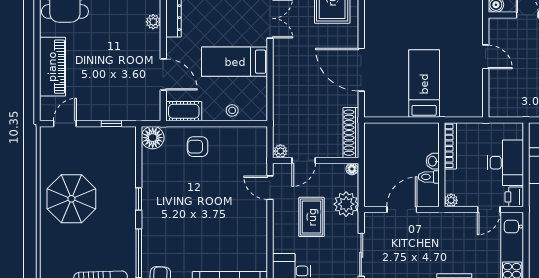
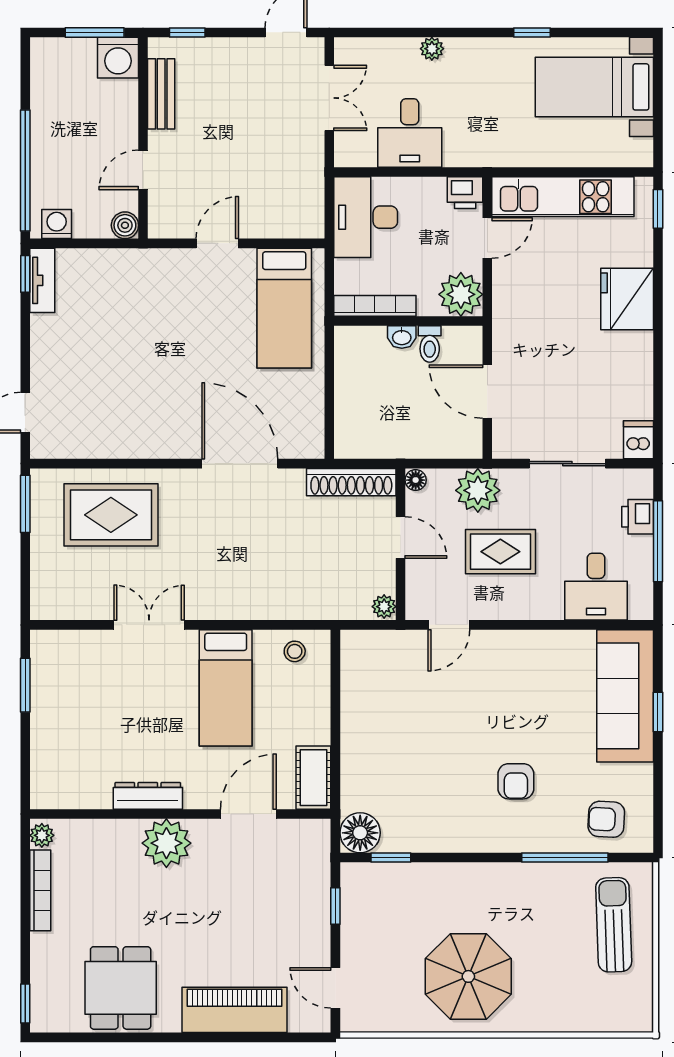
plant: (153, 22) -> (166, 843), width x1.87, depth x1.87
door: (361, 70) -> (240, 464), swing flipped
bed: (424, 84) -> (284, 308), moved, turned -90
stool: (232, 110) -> (295, 651), moved
armchair: (198, 147) -> (516, 781), moved
door: (304, 160) -> (401, 538), moved
desk: (505, 163) -> (366, 217), moved, turned -90
window: (139, 199) -> (391, 858), moved
plant: (451, 200) -> (461, 294), width x1.88, depth x1.88
door: (489, 210) -> (487, 238), hinge flipped

